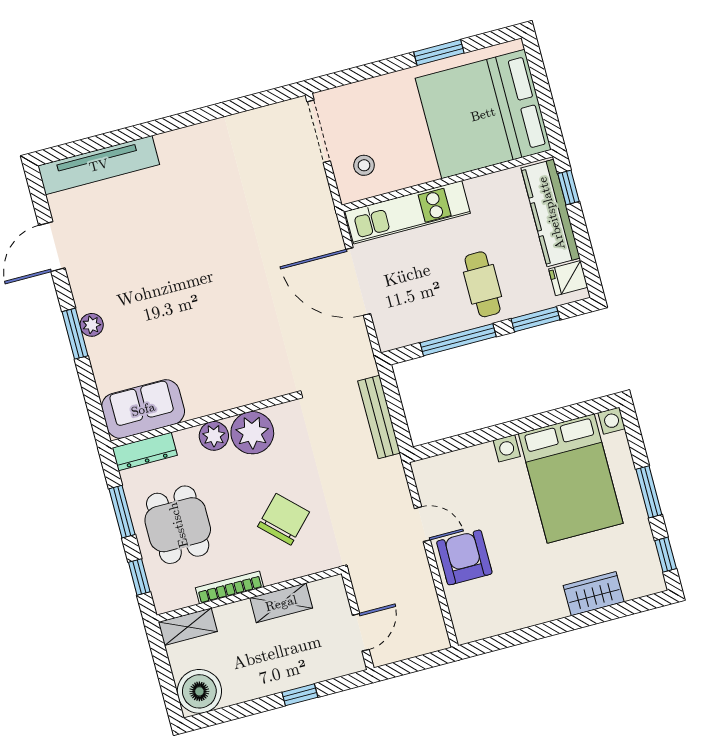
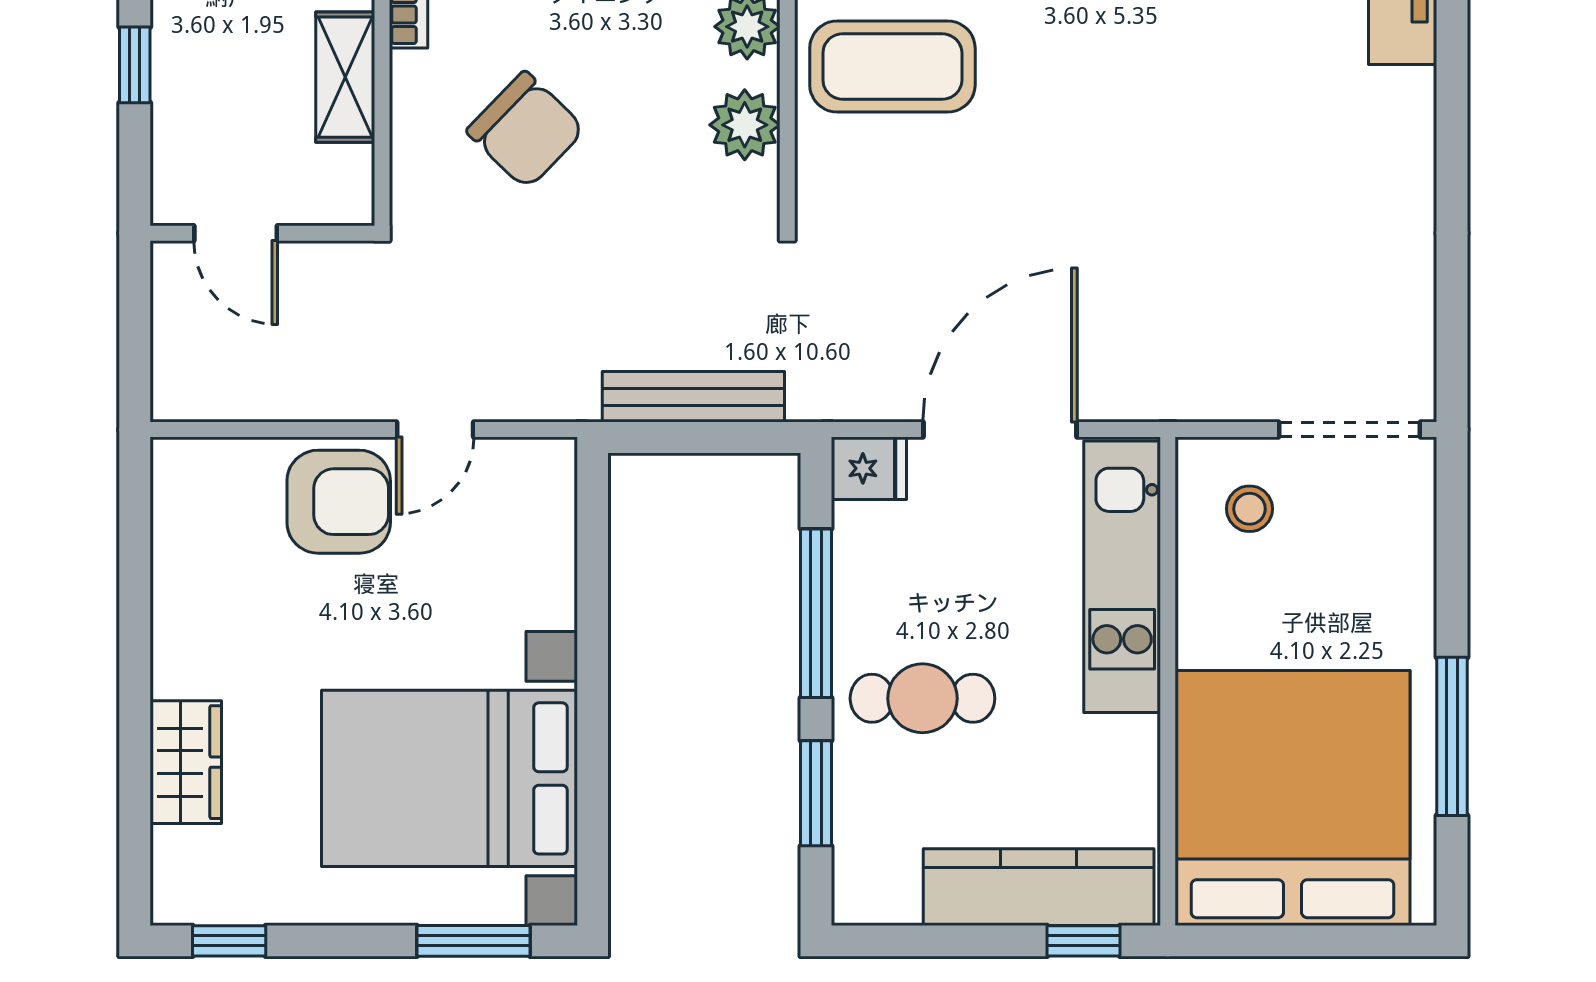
window: (439, 52) -> (1452, 736), width x1.44
fridge: (568, 278) -> (869, 468), moved, turned 90
coffee table: (215, 369) -> (892, 67), added
plant: (252, 433) -> (745, 125), width x0.73, depth x0.73
window: (649, 492) -> (474, 941), moved

